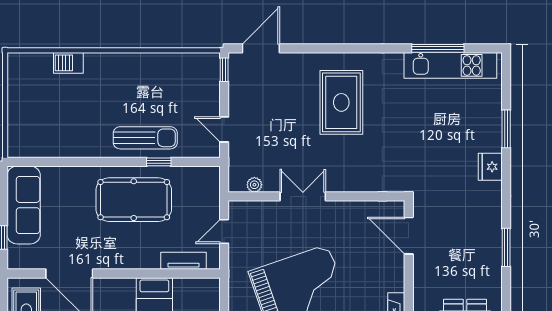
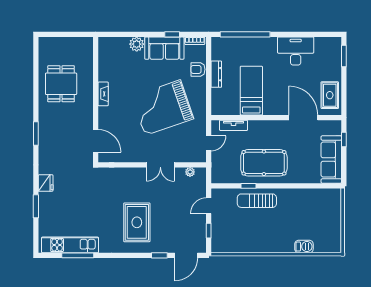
window: (304, 48) -> (159, 255), added
window: (224, 70) -> (209, 231), moved
door: (224, 129) -> (209, 206), swing flipped

